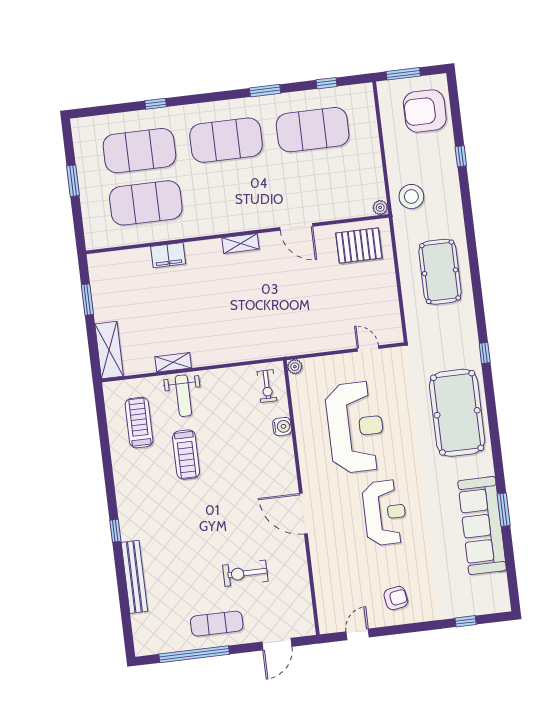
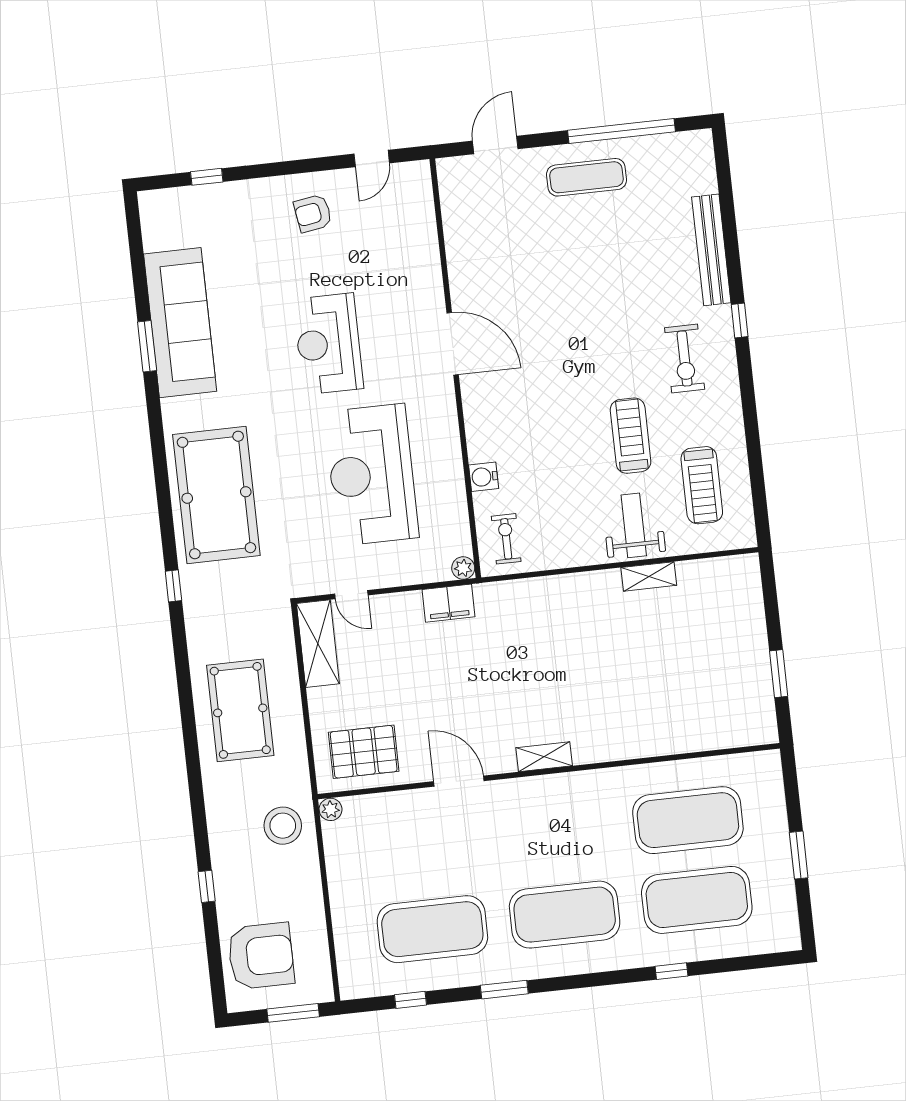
filing cabinet: (168, 255) -> (449, 603), moved, turned 180
shelving: (109, 350) -> (318, 644), moved
exercise bike: (245, 573) -> (685, 358), moved, turned 90

